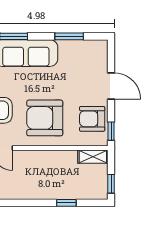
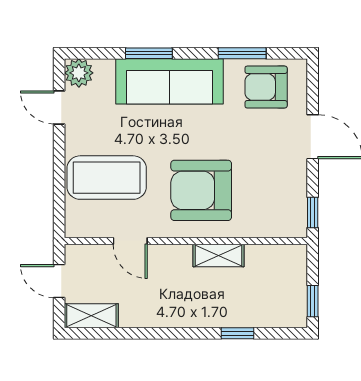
armchair: (92, 119) -> (266, 87), moved
shelving: (93, 157) -> (219, 256), moved

